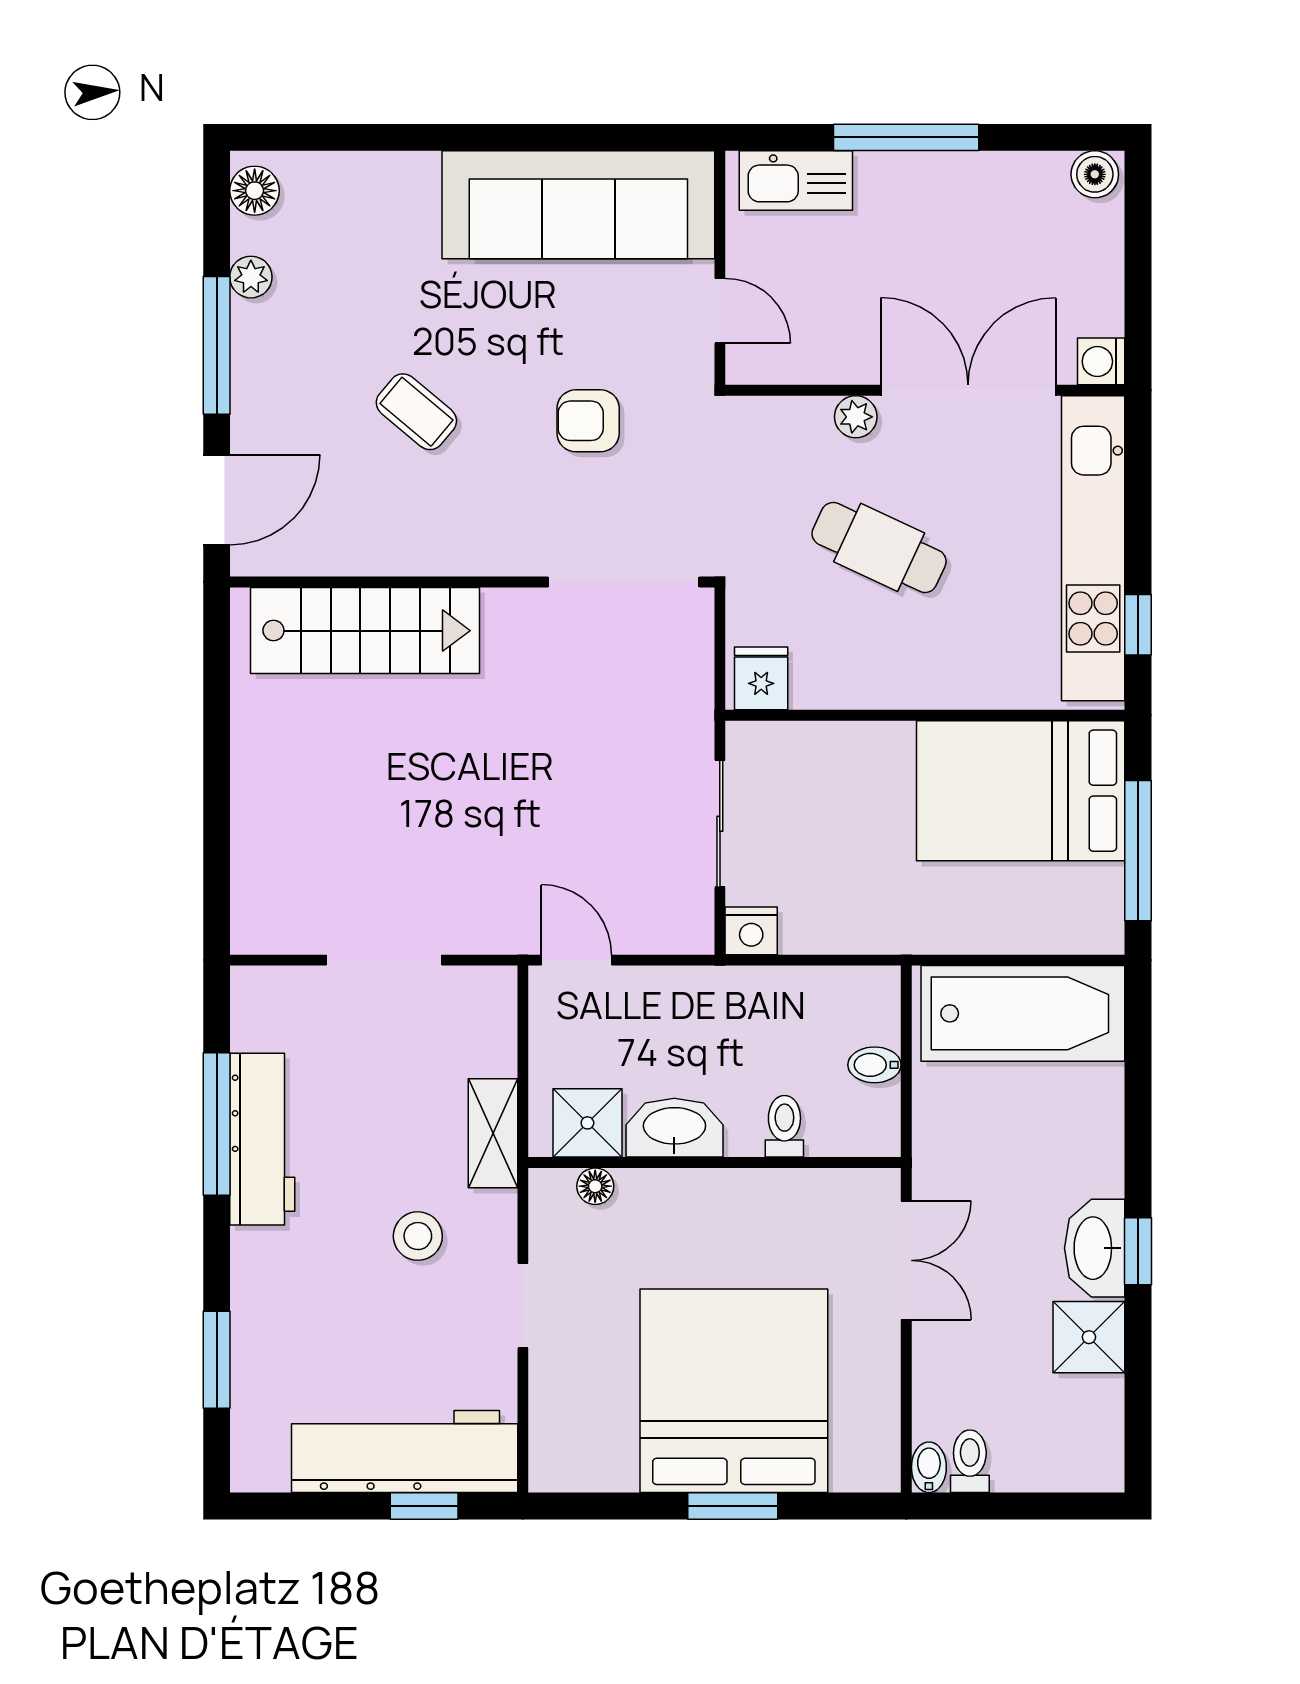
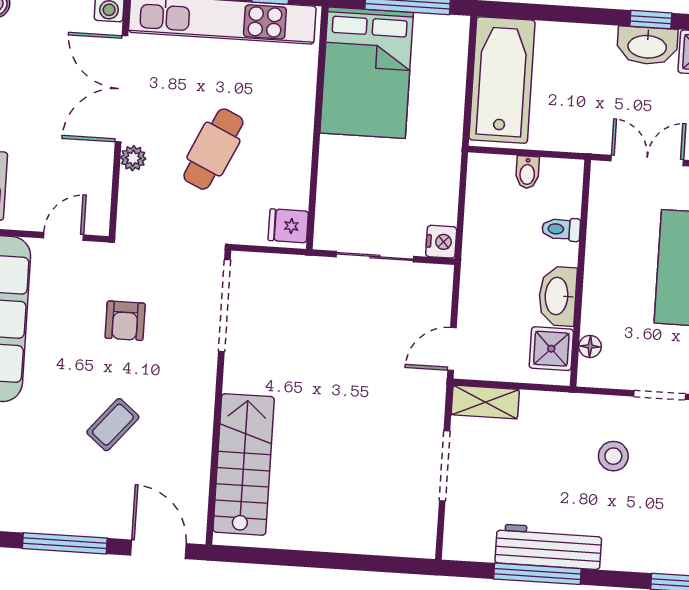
plant: (251, 277) -> (25, 520), removed
shelving: (493, 1133) -> (485, 402), moved

